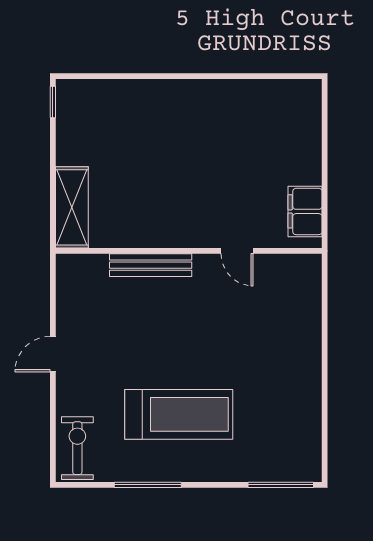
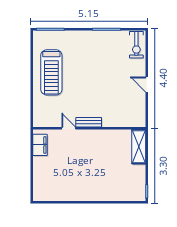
bench: (151, 265) -> (89, 122), moved, width x0.73
door: (53, 354) -> (147, 85), swing flipped
treadmill: (179, 414) -> (51, 72), moved, turned -90

